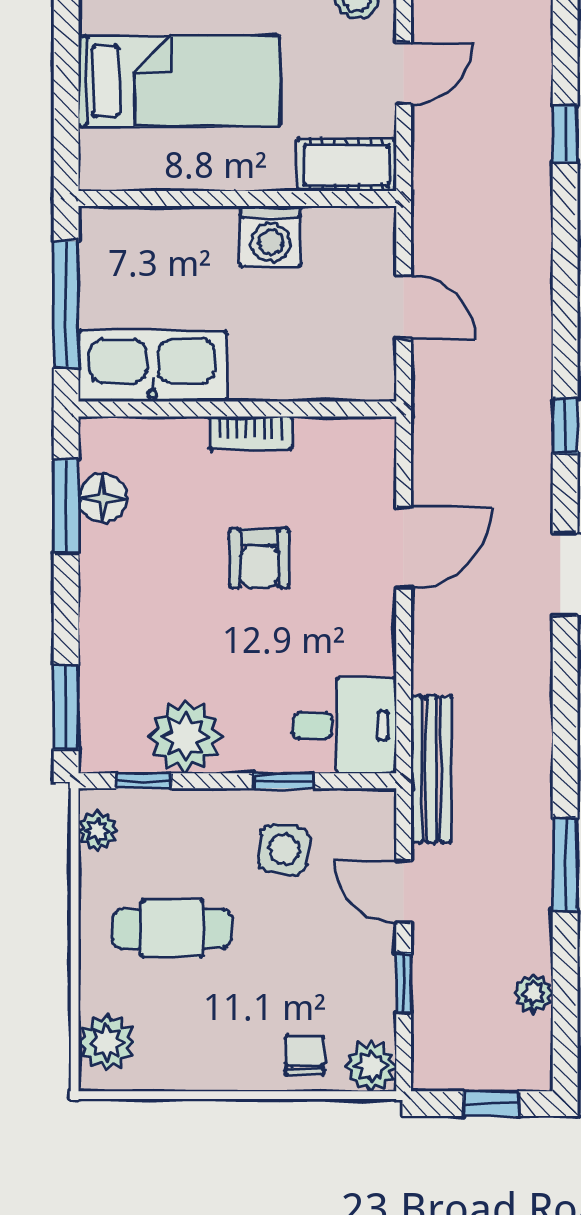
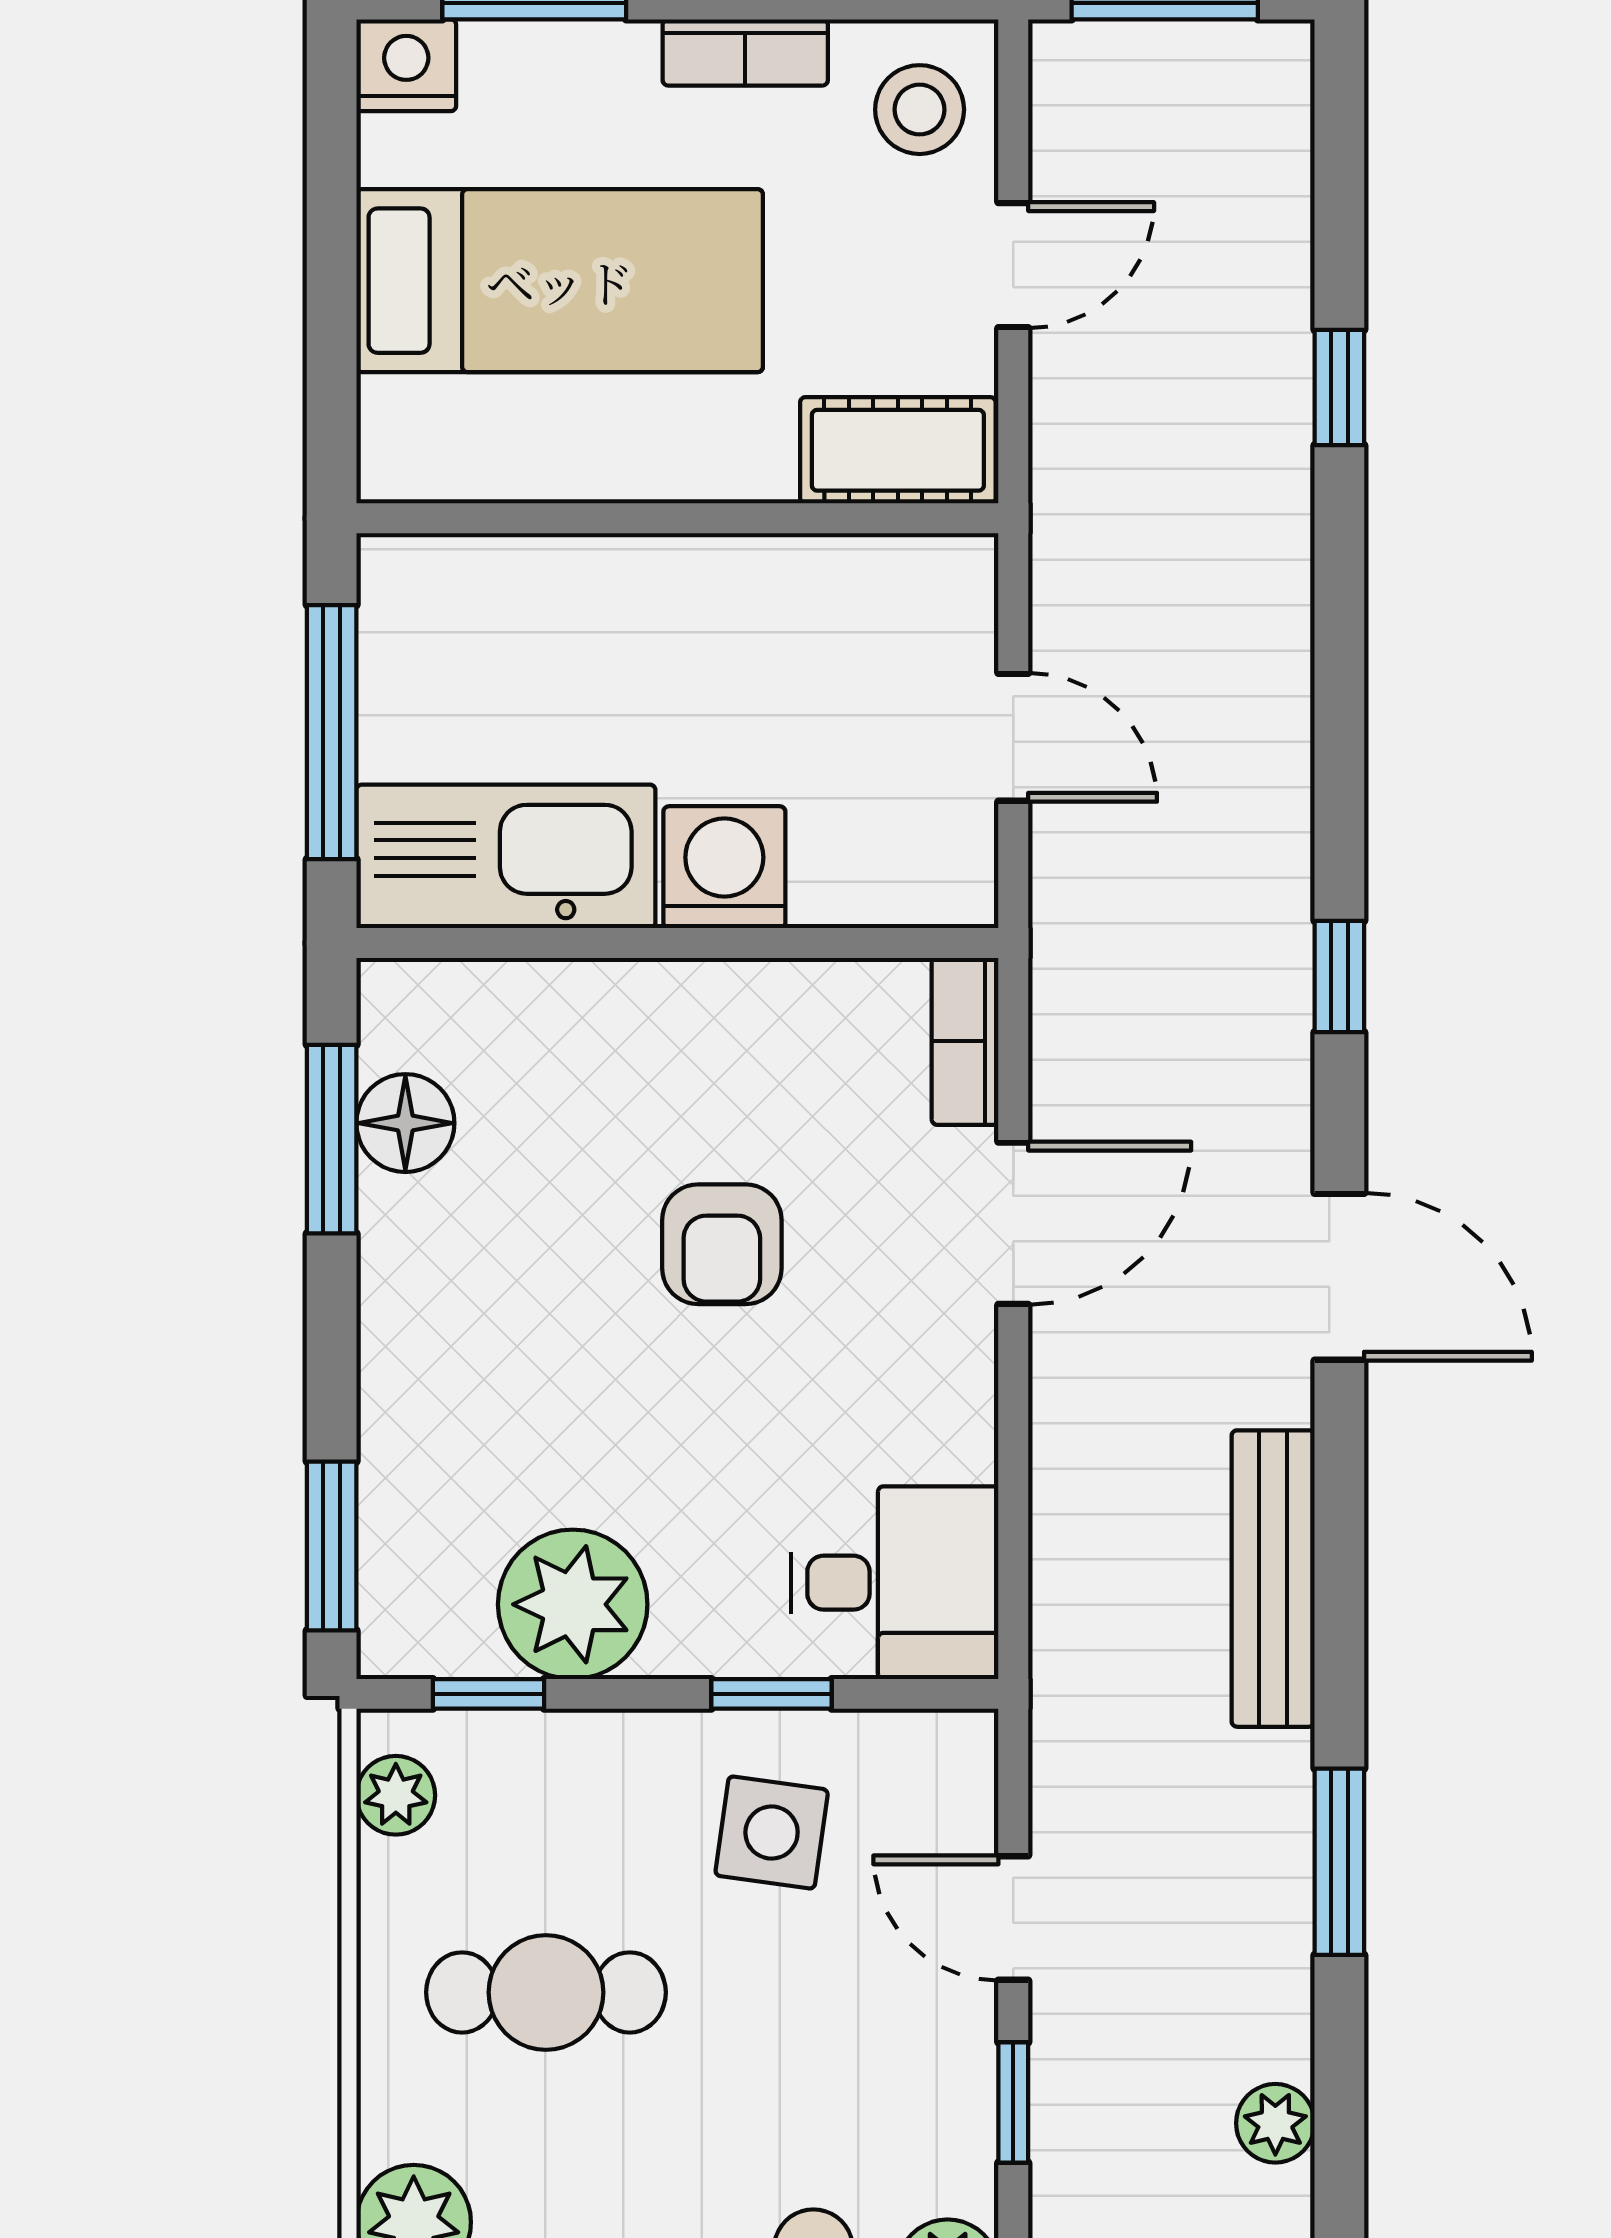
washing machine: (271, 236) -> (724, 867), moved, turned 180
bookcase: (251, 433) -> (965, 1041), moved, turned 90
bench: (432, 769) -> (1273, 1579), moved

